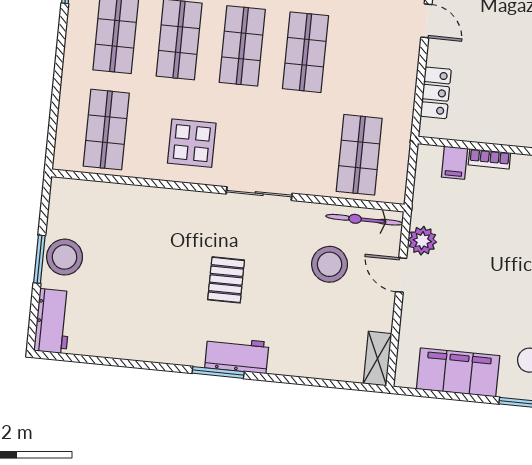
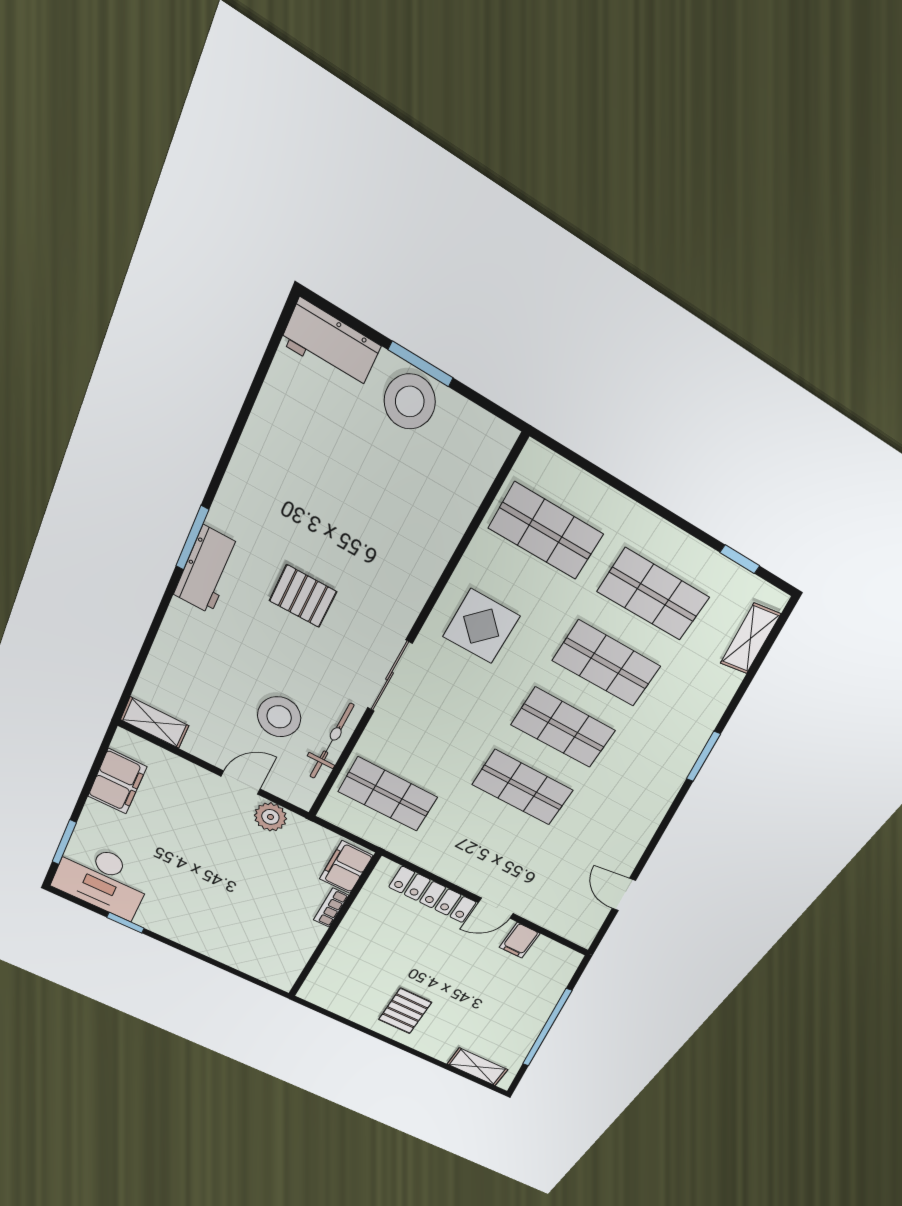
locker: (436, 93) -> (433, 895), width x1.53
filing cabinet: (454, 163) -> (346, 867), width x2.00
bicycle: (364, 220) -> (332, 741), moved
filing cabinet: (458, 372) -> (117, 781), width x0.67, depth x0.86

